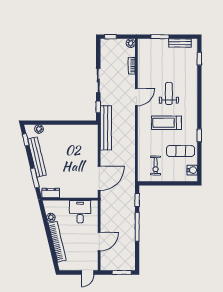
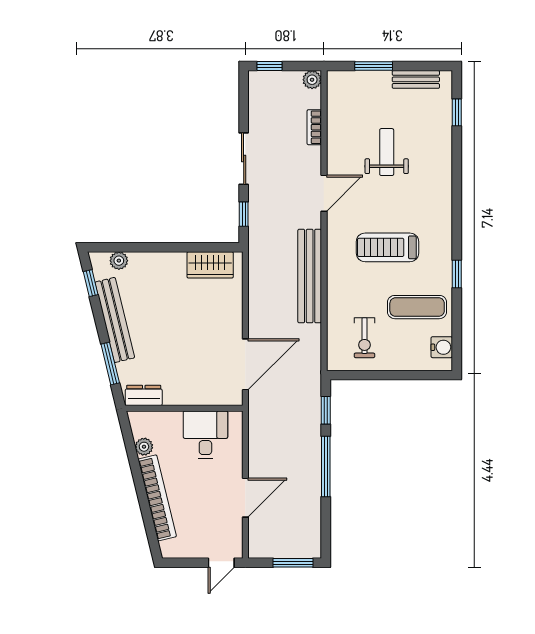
weight bench: (169, 93) -> (387, 152), moved
bench: (106, 128) -> (310, 276), moved
wardrobe: (82, 131) -> (210, 265), added

